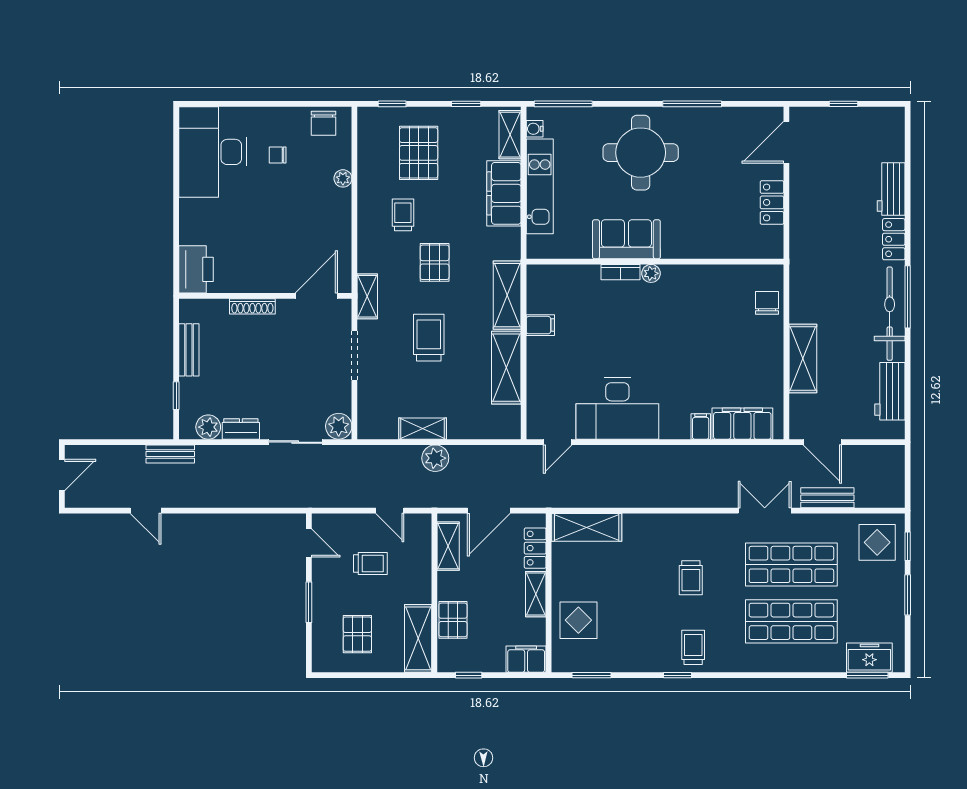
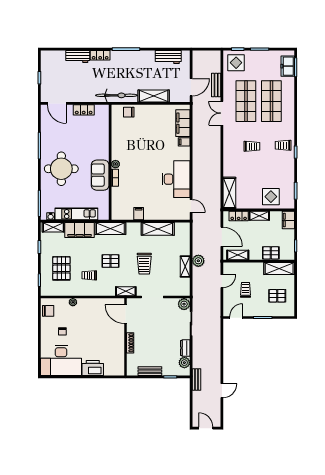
pallet: (419, 153) -> (61, 268), turned 90
printer: (196, 269) -> (93, 368), moved
shelving: (507, 295) -> (110, 229), moved
bicycle: (890, 314) -> (116, 95), moved, turned 180
trolley: (429, 338) -> (144, 264), turned -90

